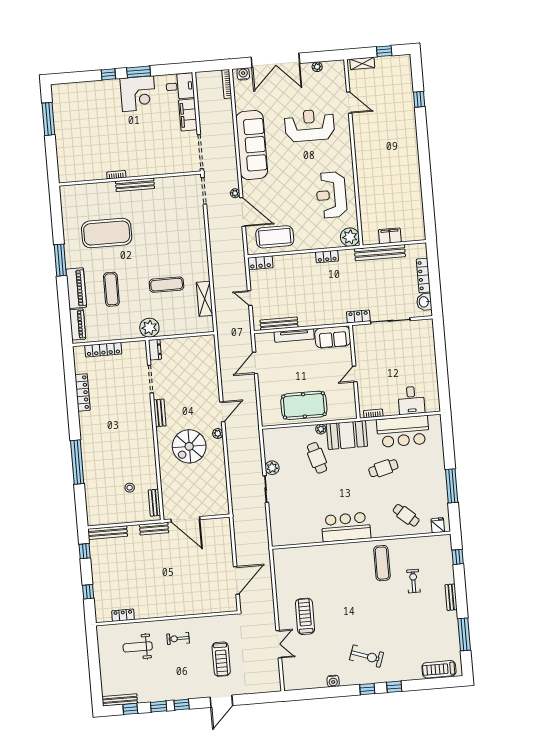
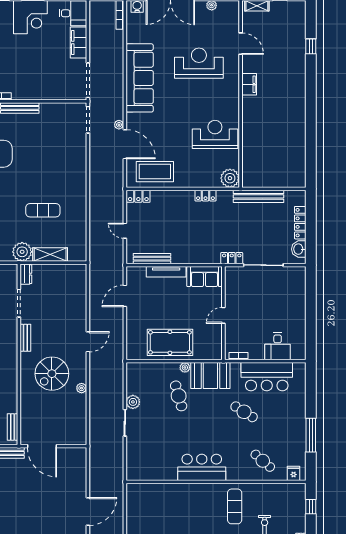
reception desk: (331, 195) -> (215, 134), turned 90
filing cabinet: (390, 236) -> (249, 84), moved, turned 90
shelving: (205, 299) -> (50, 255), moved, turned 90
plant: (218, 433) -> (82, 388), moved
cafe table: (383, 468) -> (244, 412), turned 46

